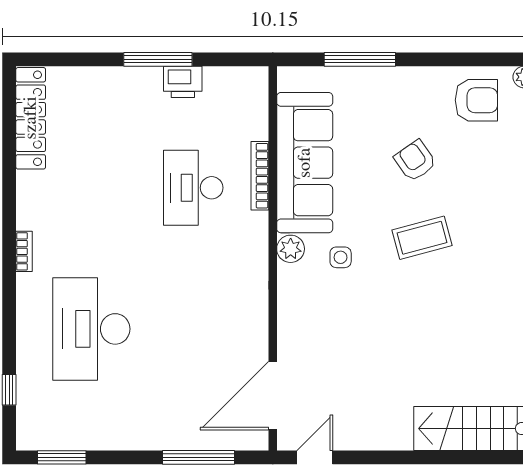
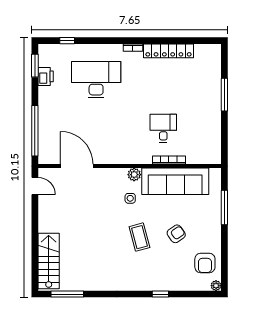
window: (158, 59) -> (224, 95), moved
printer: (183, 82) -> (46, 76), moved, turned 180
locker: (31, 118) -> (168, 51), moved
desk: (193, 188) -> (163, 128), width x0.73
door: (273, 396) -> (77, 166), moved
window: (198, 457) -> (35, 131), width x1.46

